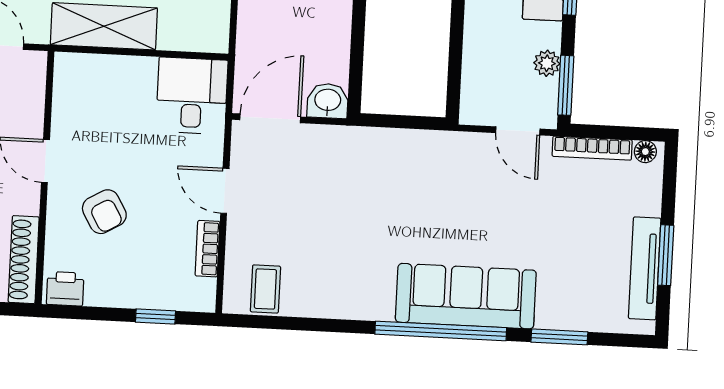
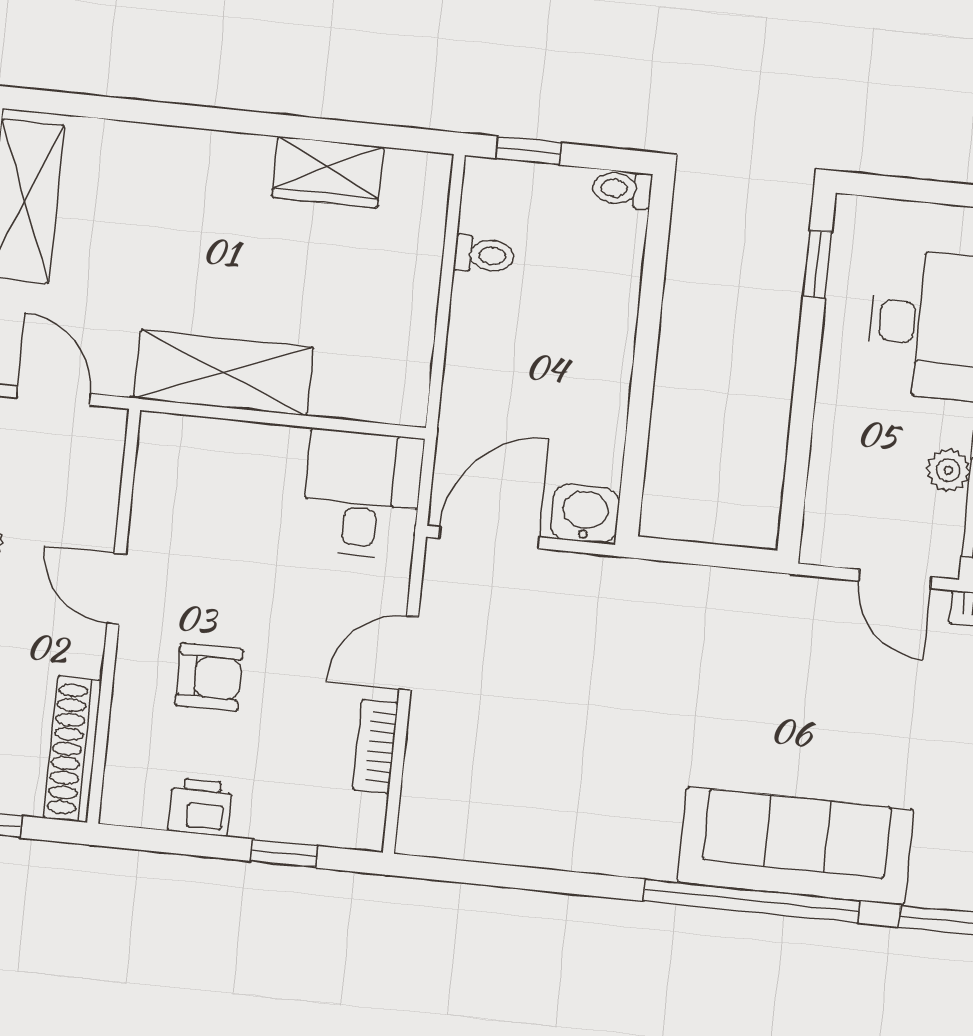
door: (225, 191) -> (409, 653), hinge flipped
armchair: (104, 212) -> (209, 677), turned -60
printer: (65, 289) -> (200, 807), moved
coffee table: (265, 289) -> (467, 818), removed

